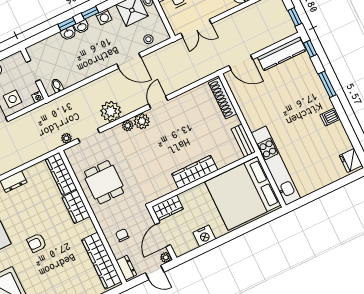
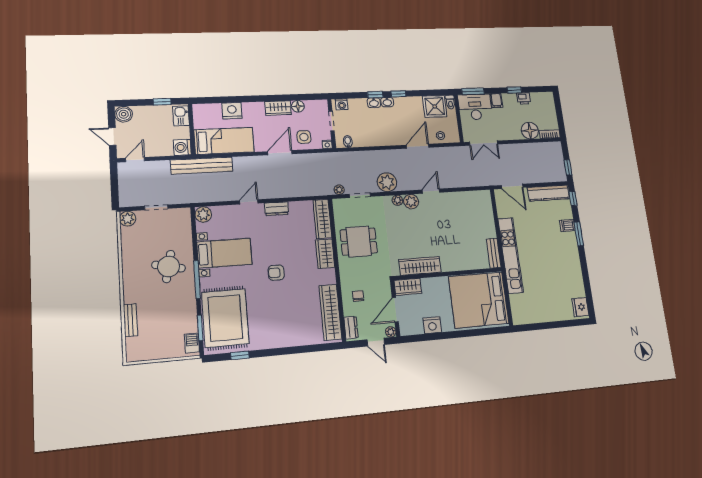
washing machine: (104, 17) -> (342, 104), moved
door: (129, 61) -> (418, 146), swing flipped
shoe rack: (223, 98) -> (487, 210), removed
dishwasher: (330, 117) -> (567, 225), moved
kitchen unit: (276, 166) -> (511, 255), moved
wardrobe: (195, 172) -> (420, 266), moved
dining table: (104, 182) -> (359, 241), turned 90

